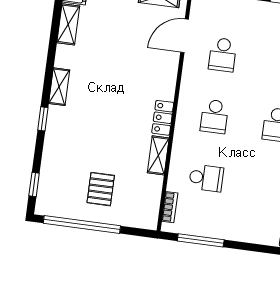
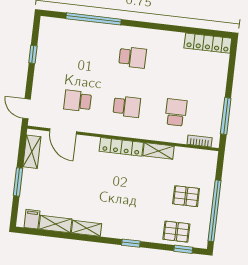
school desk: (223, 55) -> (78, 101), turned 180
shelving: (59, 87) -> (86, 228), moved
locker: (163, 118) -> (121, 147), width x1.53
pallet: (56, 176) -> (176, 232), added

